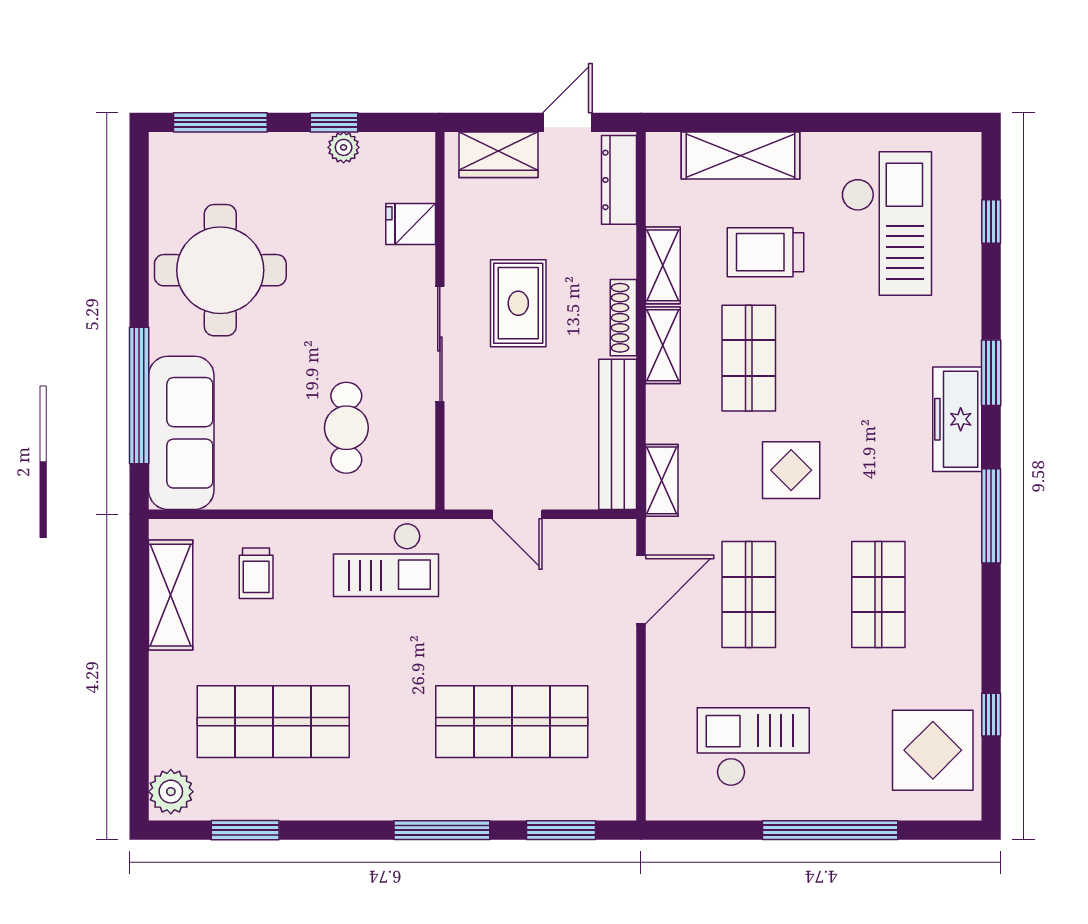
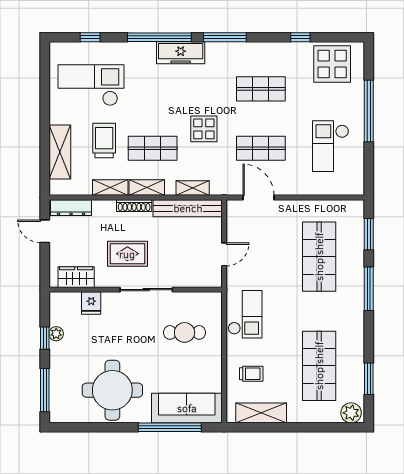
wardrobe: (498, 155) -> (76, 277), moved, turned -90
trolley: (765, 252) -> (104, 141), turned 180
window: (991, 373) -> (159, 37), width x2.11
shelving: (662, 480) -> (193, 188), moved
window: (991, 715) -> (300, 37), moved

